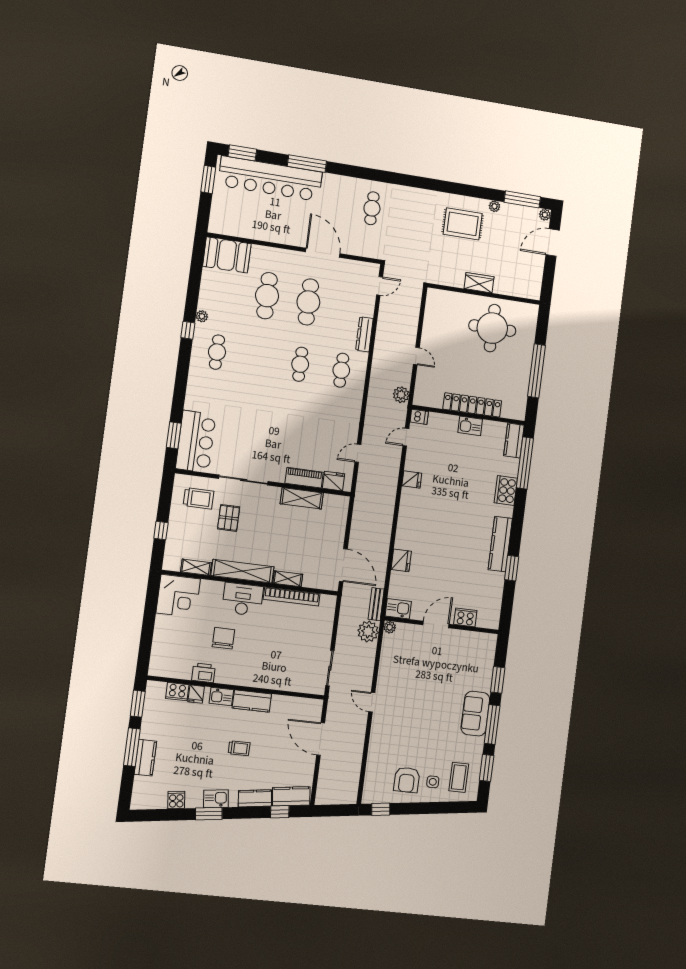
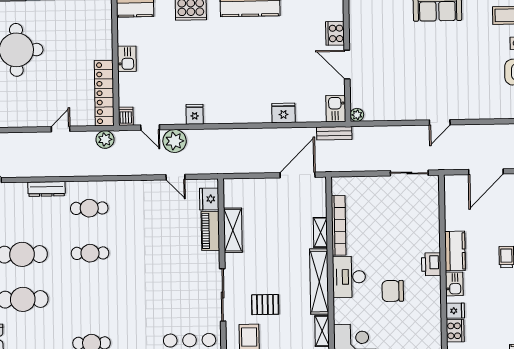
locker: (472, 405) -> (104, 93), moved
plant: (368, 631) -> (175, 141), moved
printer: (203, 673) -> (431, 264), moved

